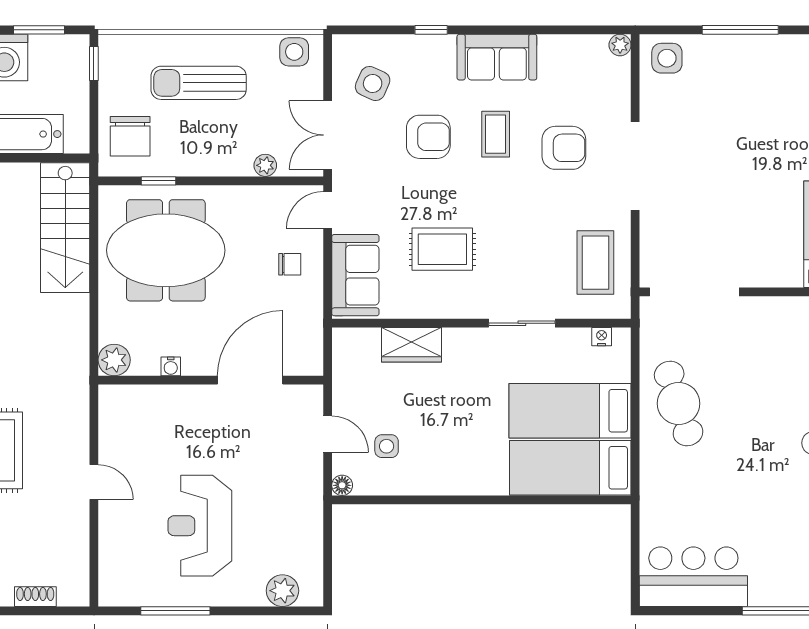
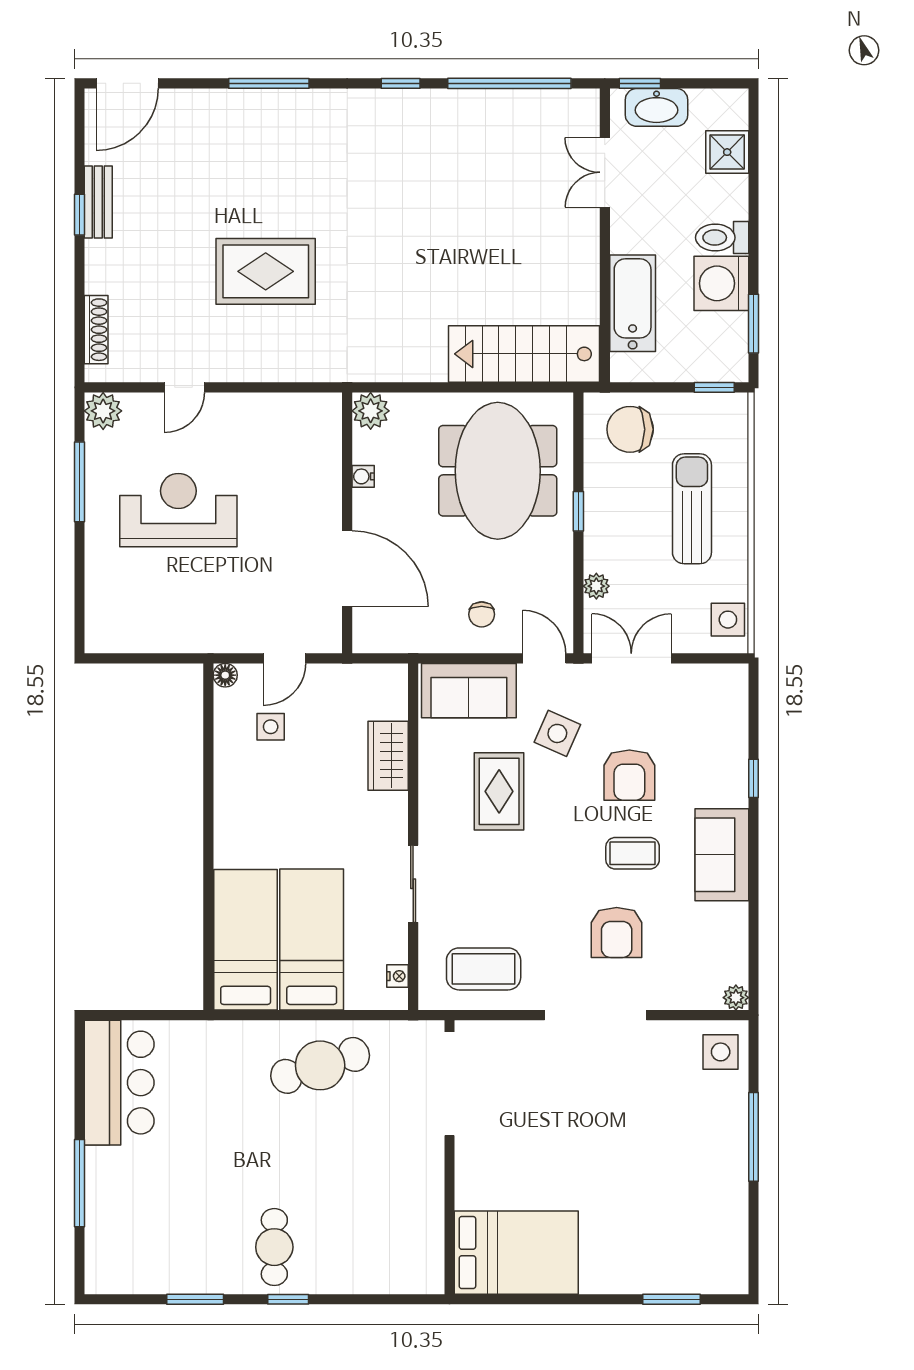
side table: (373, 84) -> (557, 733), moved
window: (158, 181) -> (578, 511), moved
door: (94, 482) -> (184, 387), moved
plant: (282, 591) -> (103, 411), moved
shoe rack: (35, 597) -> (96, 330), width x1.43

